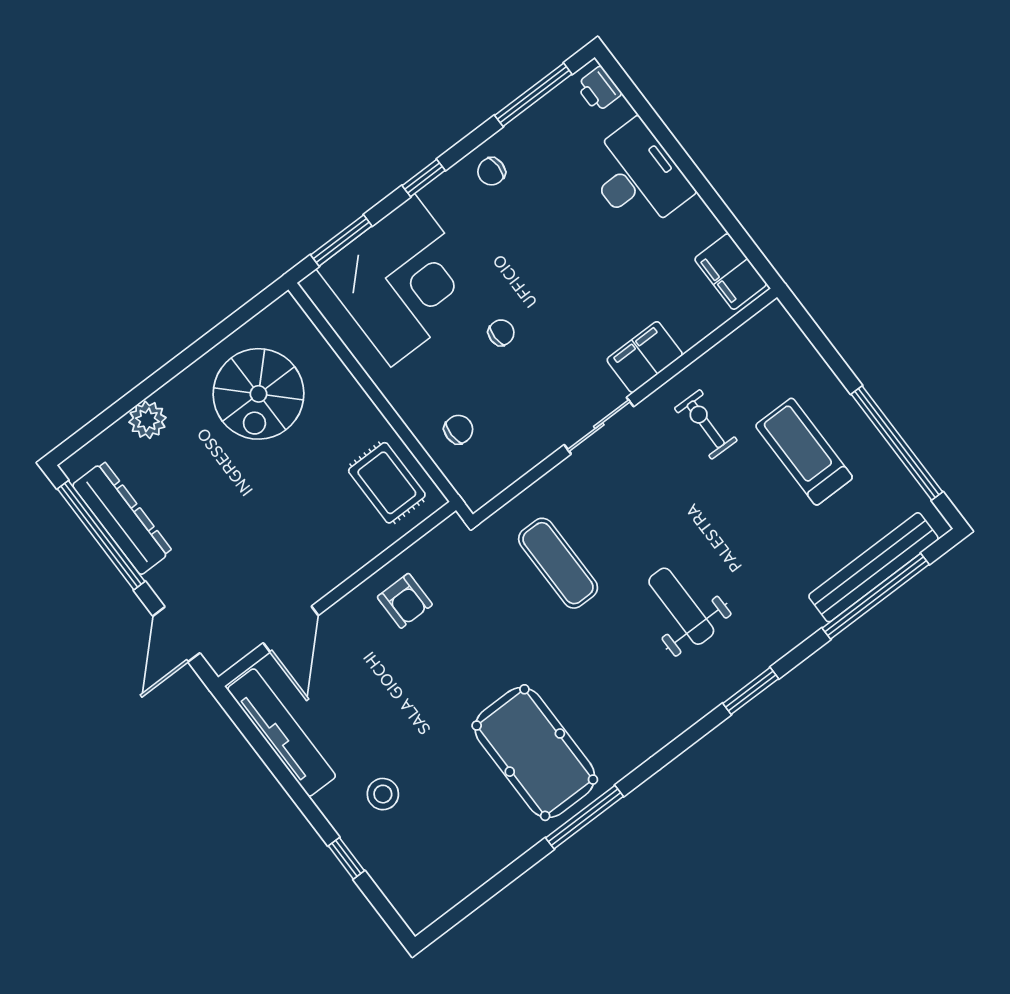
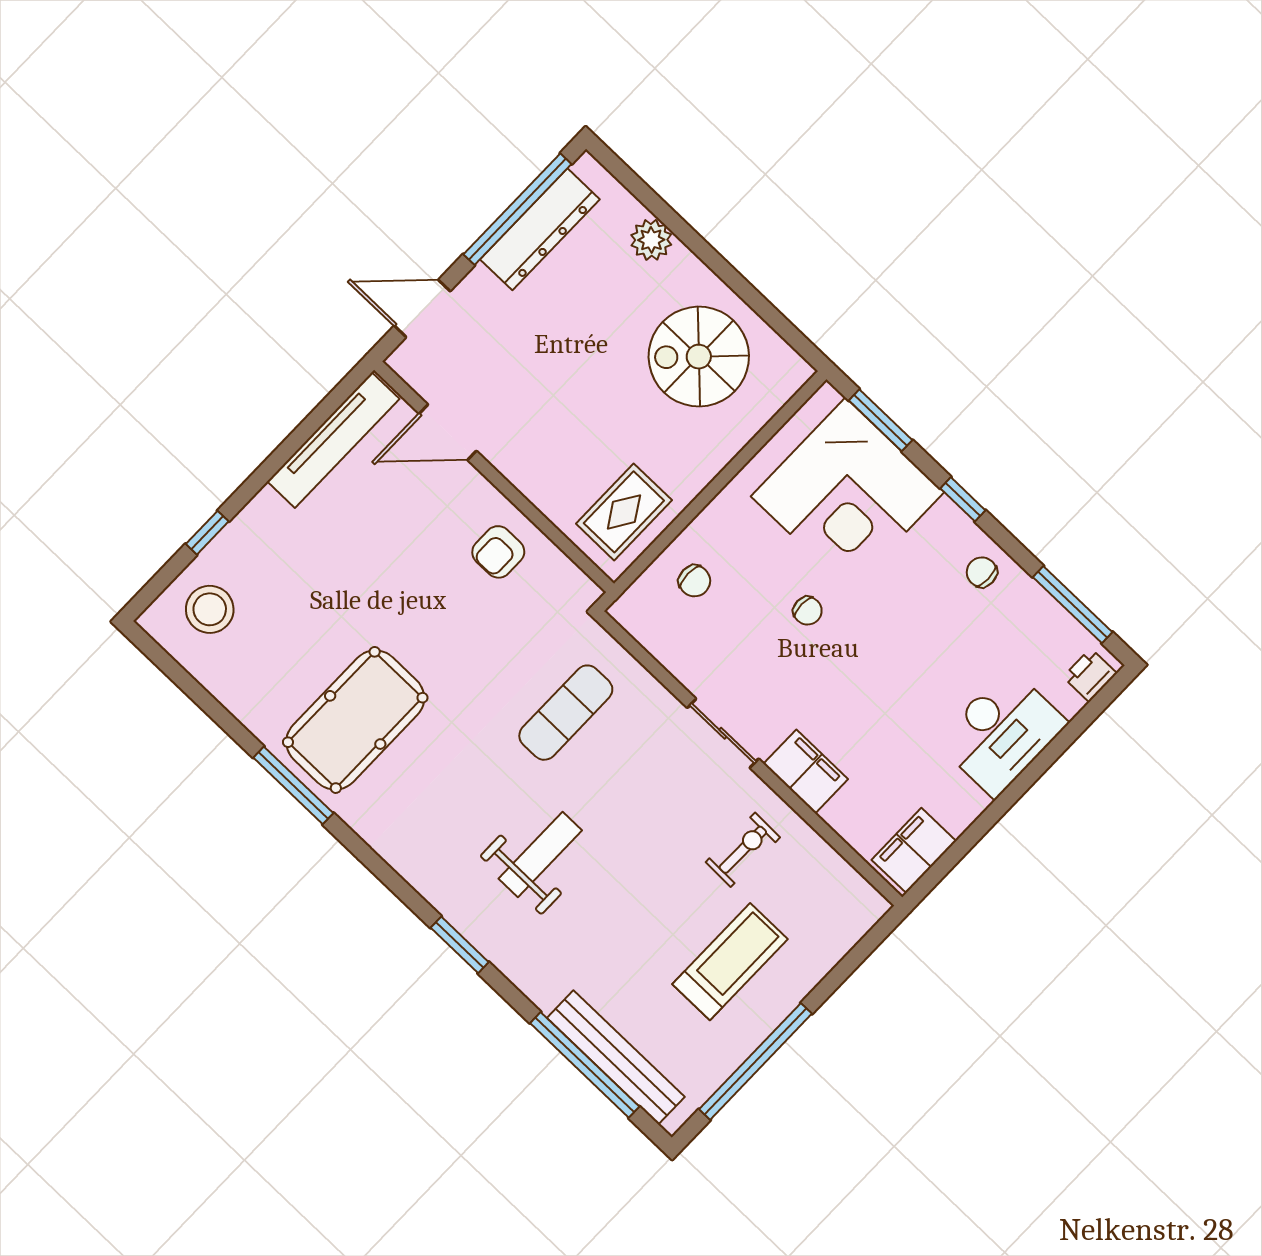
stool: (383, 794) -> (210, 609), moved, width x1.38, depth x1.38

